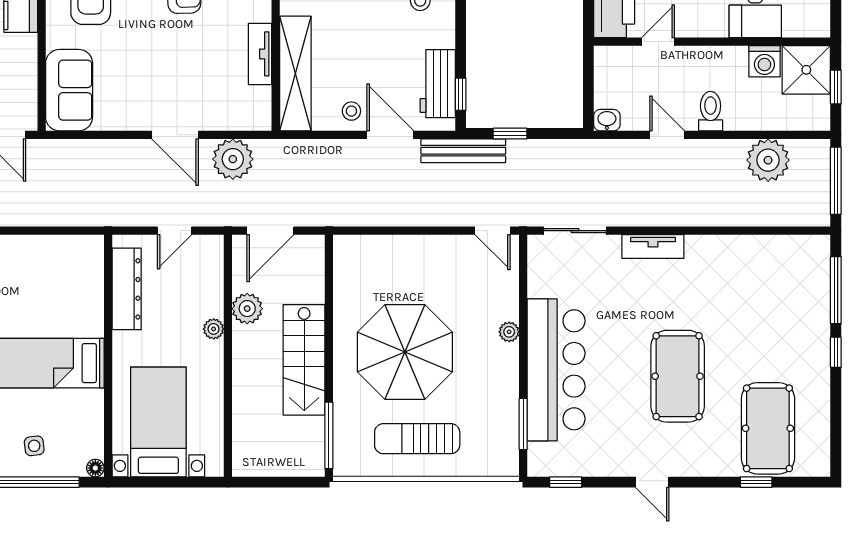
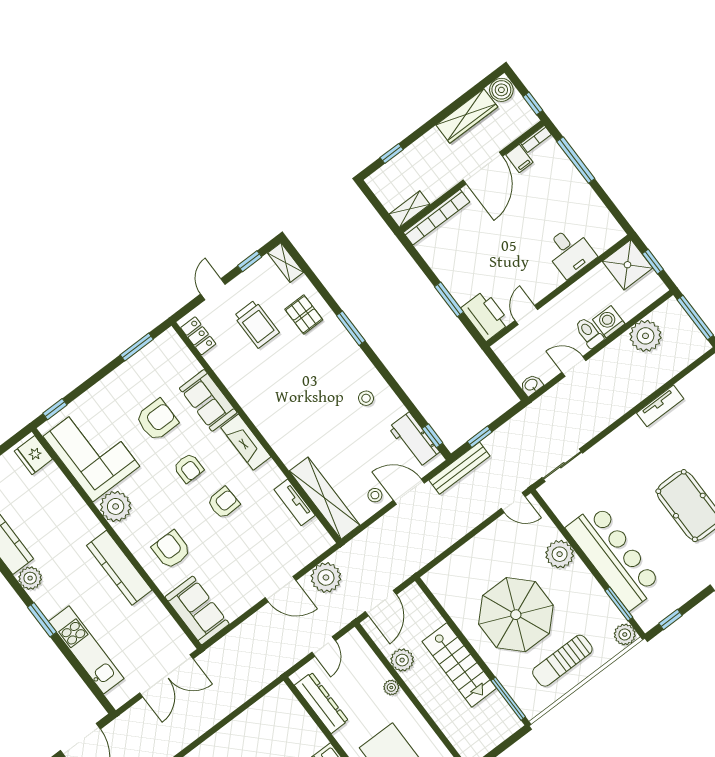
washing machine: (764, 61) -> (609, 322), moved, turned 180
tv unit: (653, 246) -> (660, 406), moved
plant: (509, 332) -> (560, 554), width x1.88, depth x1.88
plant: (505, 461) -> (625, 634), added

